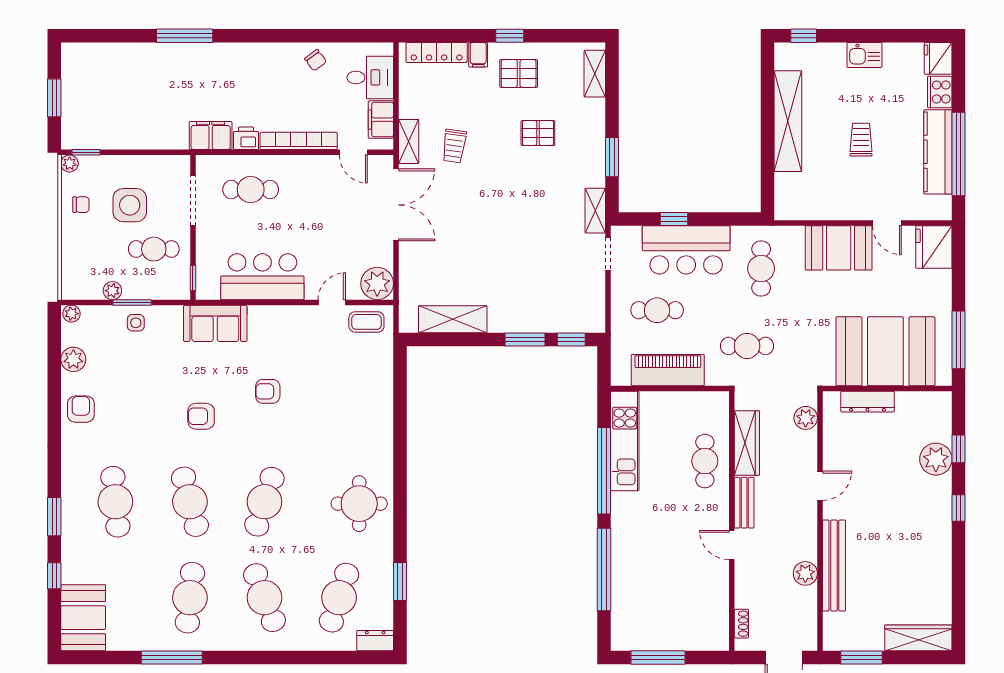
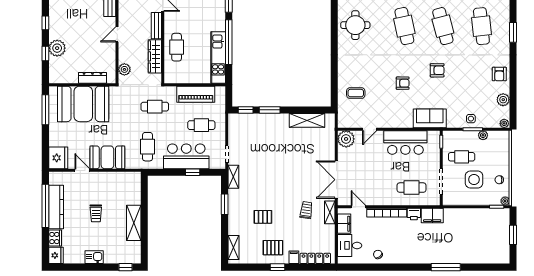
shelving: (788, 121) -> (134, 223), width x0.68
coffee table: (366, 322) -> (356, 93), moved
cafe table: (264, 502) -> (404, 26), turned -30
window: (54, 517) -> (513, 32), moved

